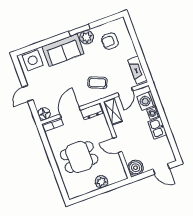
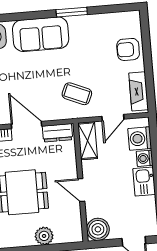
plant: (87, 37) -> (79, 25), removed
armchair: (110, 41) -> (128, 49), moved
door: (70, 112) -> (27, 125), hinge flipped

